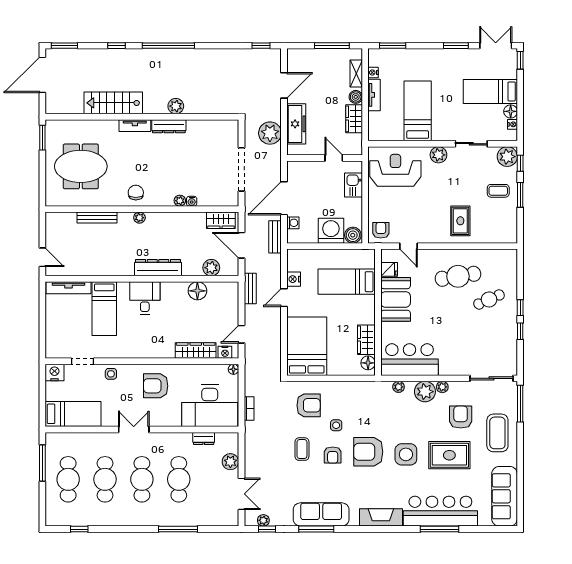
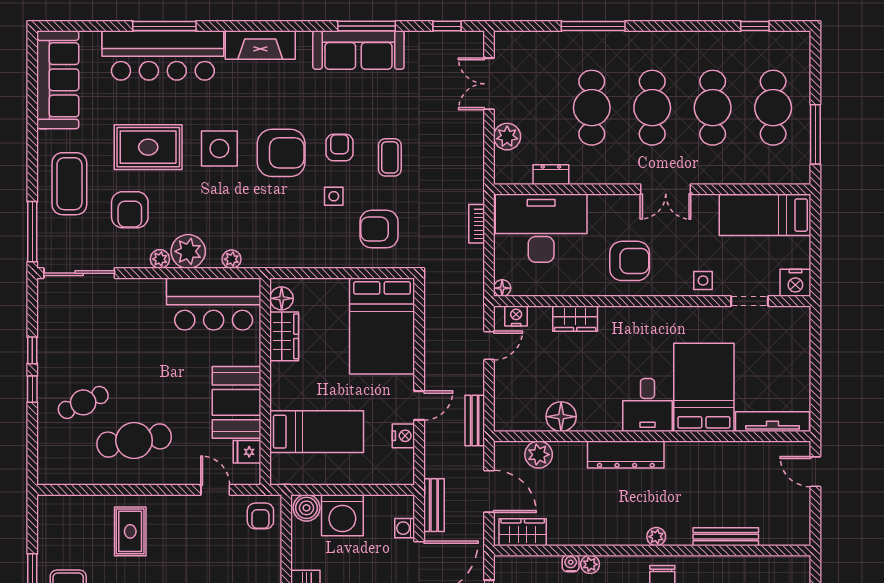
bed: (104, 309) -> (704, 387), width x1.50
wardrobe: (196, 351) -> (575, 319), width x0.67
plant: (263, 520) -> (453, 40), removed

